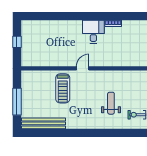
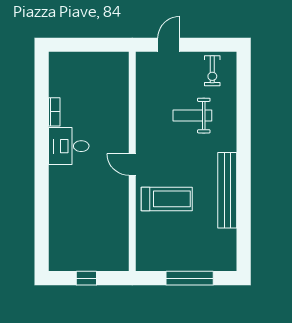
bench: (44, 123) -> (227, 190), moved

